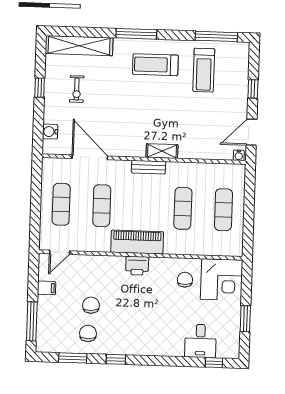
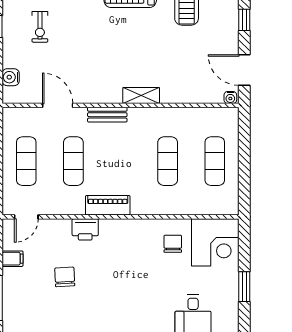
door: (252, 132) -> (244, 70), hinge flipped
door: (90, 157) -> (58, 105), width x0.73
bench: (148, 167) -> (107, 115), moved
piano: (137, 242) -> (108, 205), width x0.73, depth x0.75
printer: (137, 266) -> (85, 229), moved
chair: (88, 333) -> (62, 310), removed

